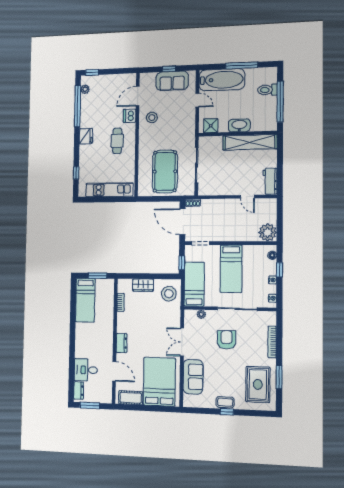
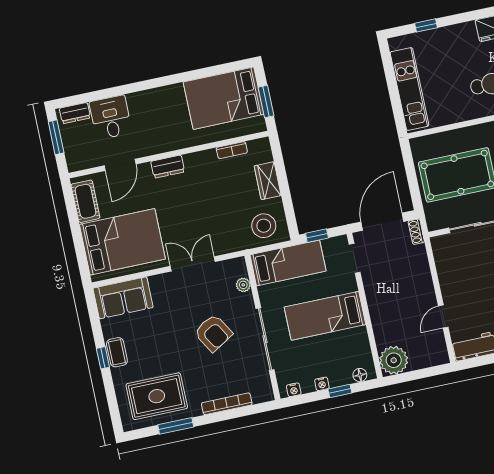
bed: (85, 300) -> (224, 98), width x1.50
armchair: (226, 340) -> (213, 333), turned 59
sofa: (193, 377) -> (123, 298), moved

